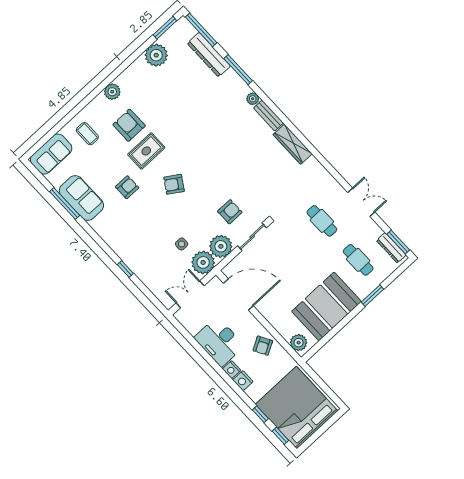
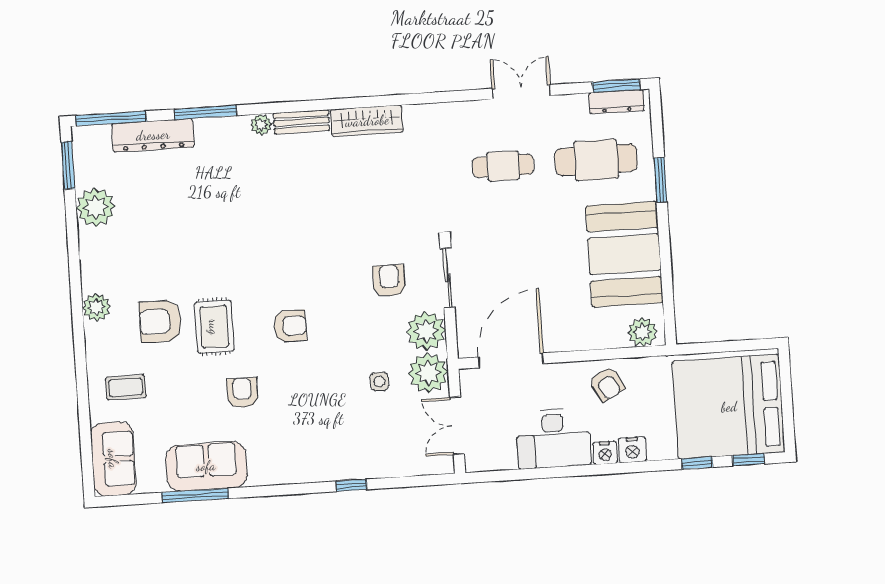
armchair: (174, 184) -> (290, 326), turned -123
cafe table: (358, 260) -> (596, 160), width x1.37, depth x1.35

